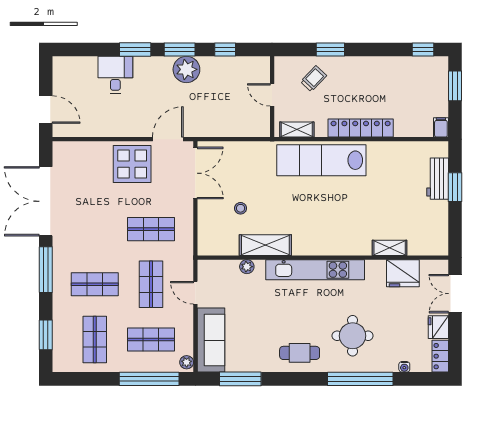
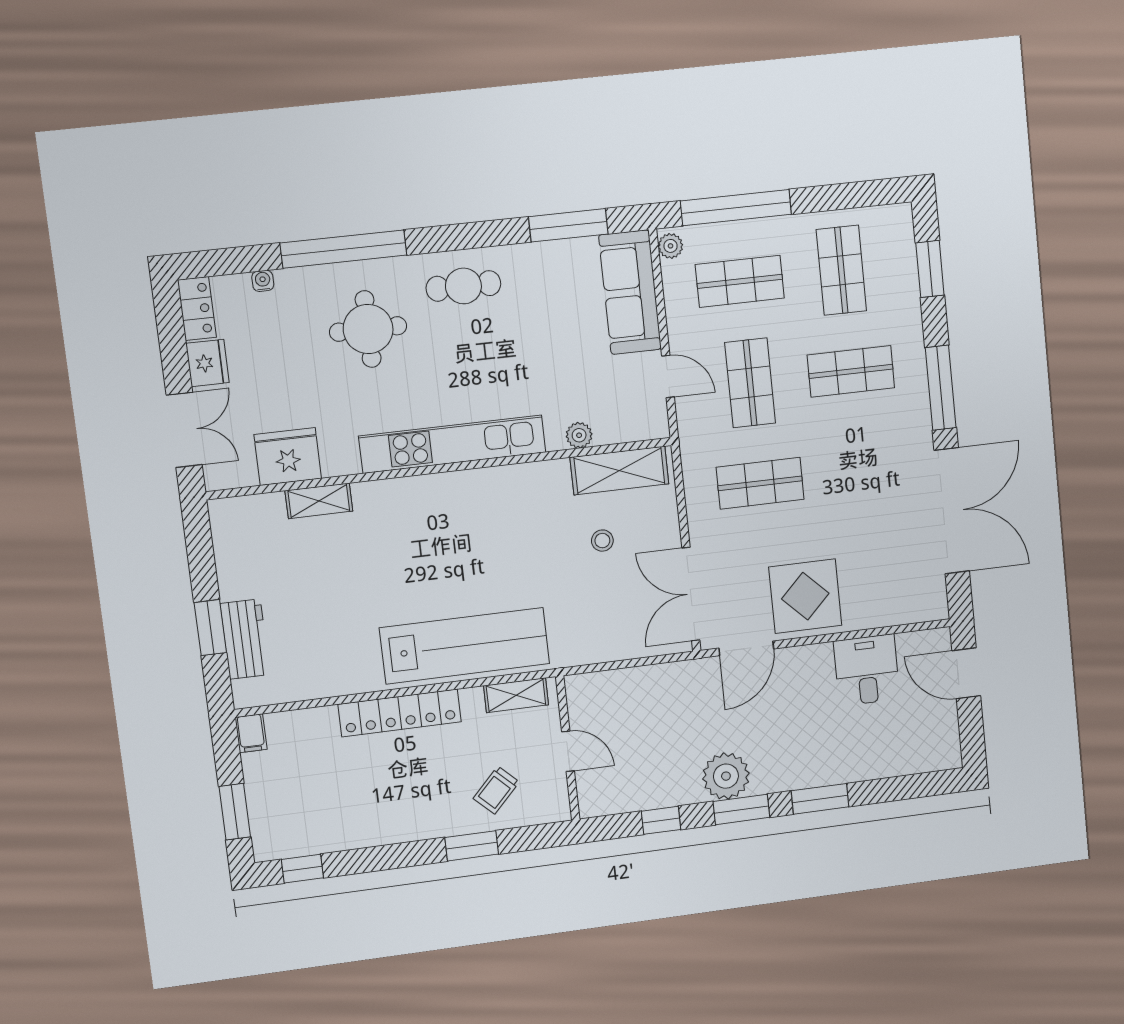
desk: (115, 75) -> (867, 670), moved, turned 180
shelving: (265, 245) -> (619, 470), moved

